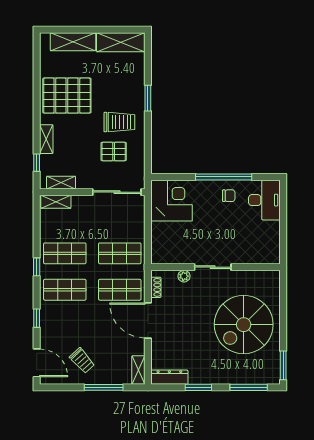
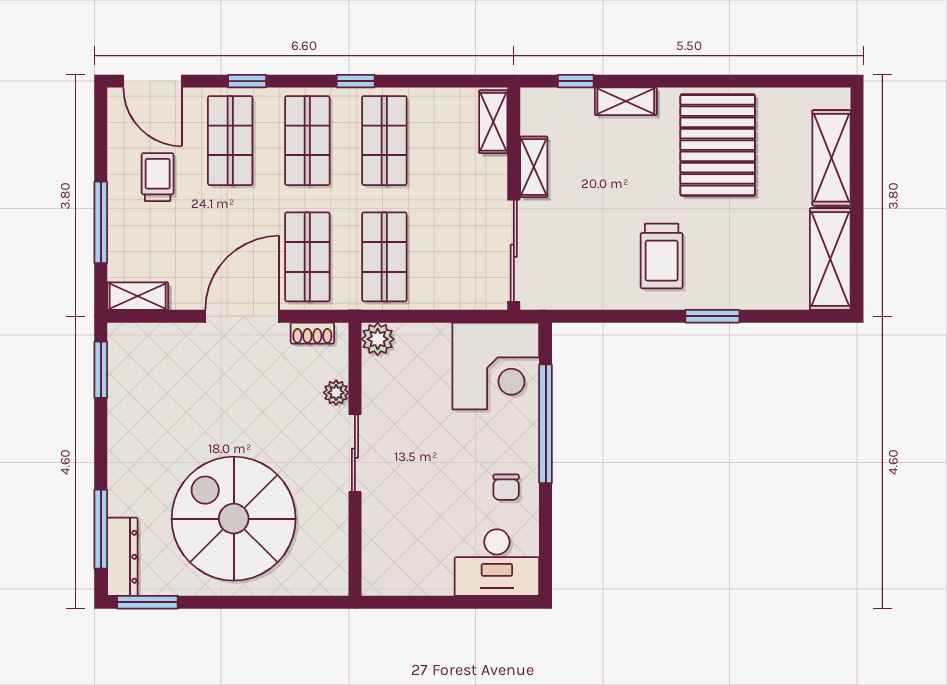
pallet: (114, 152) -> (599, 244), removed
window: (224, 177) -> (546, 424), moved
shelving: (61, 183) -> (534, 167), moved
plant: (159, 256) -> (378, 339), added
shop shelf: (65, 326) -> (230, 141), added
trolley: (82, 361) -> (158, 177), turned 132
door: (37, 363) -> (153, 81), hinge flipped
dresser: (169, 377) -> (122, 557), moved
window: (198, 387) -> (101, 370), moved

